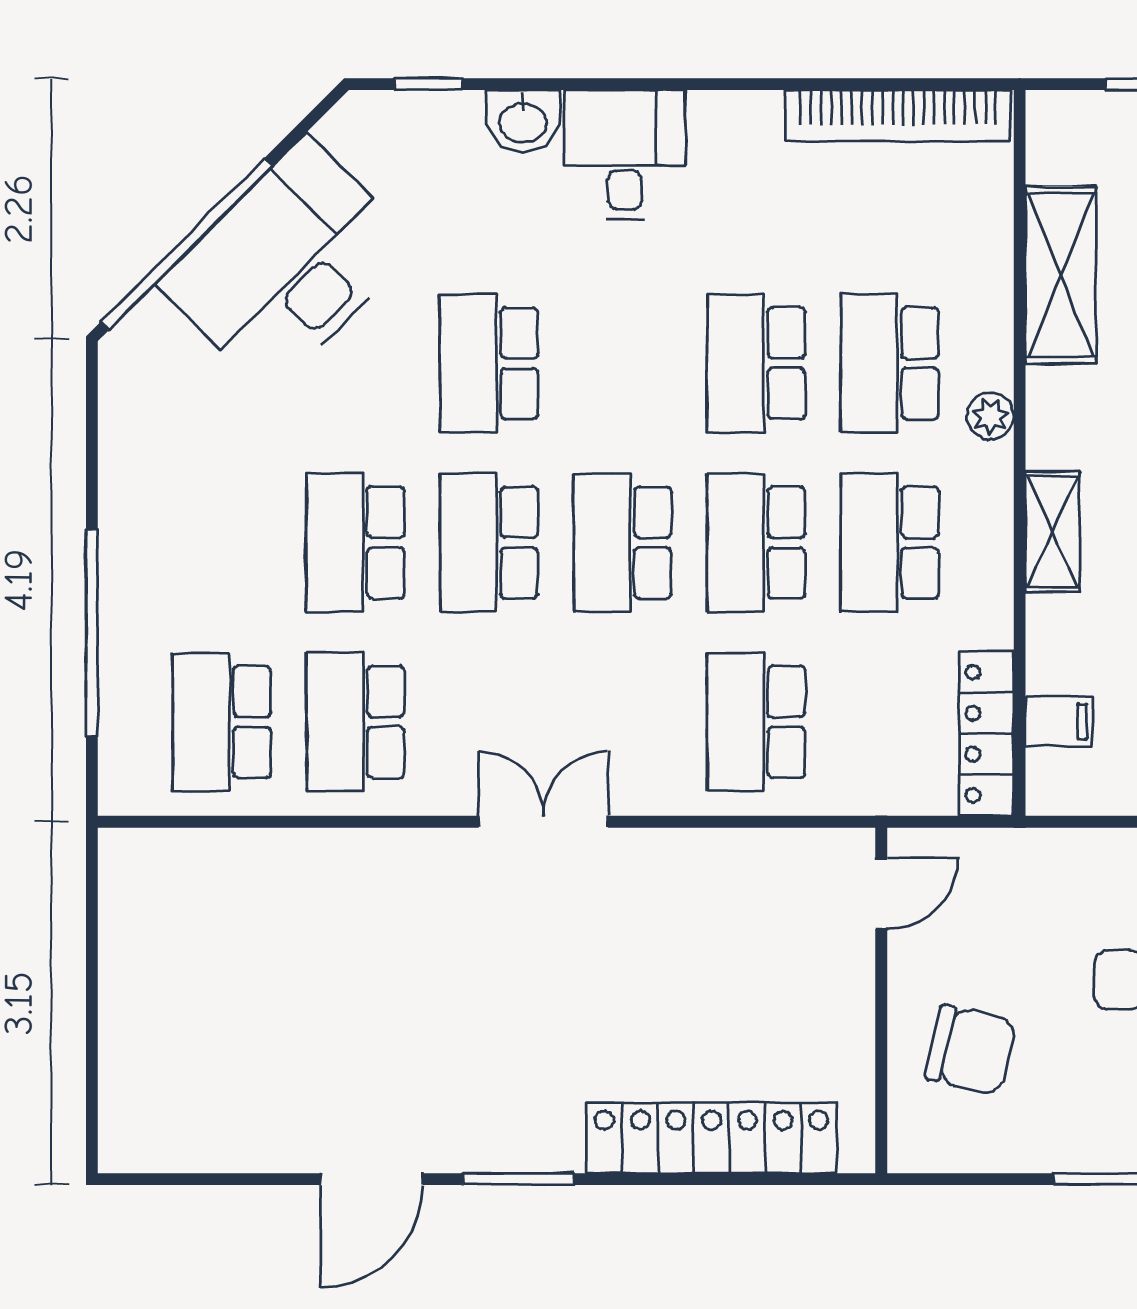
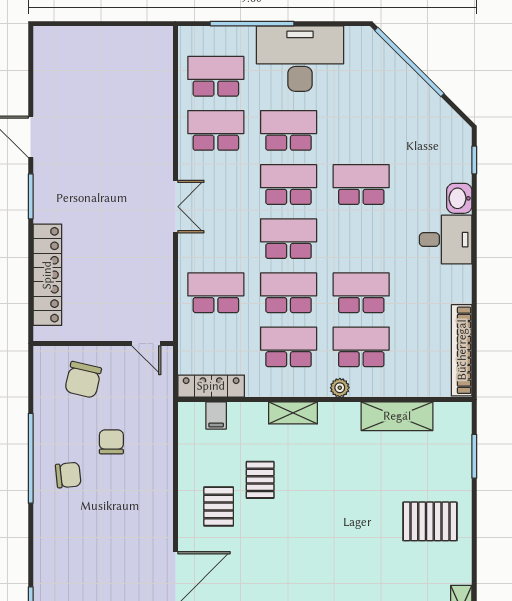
desk: (288, 265) -> (300, 59), moved, turned -45

